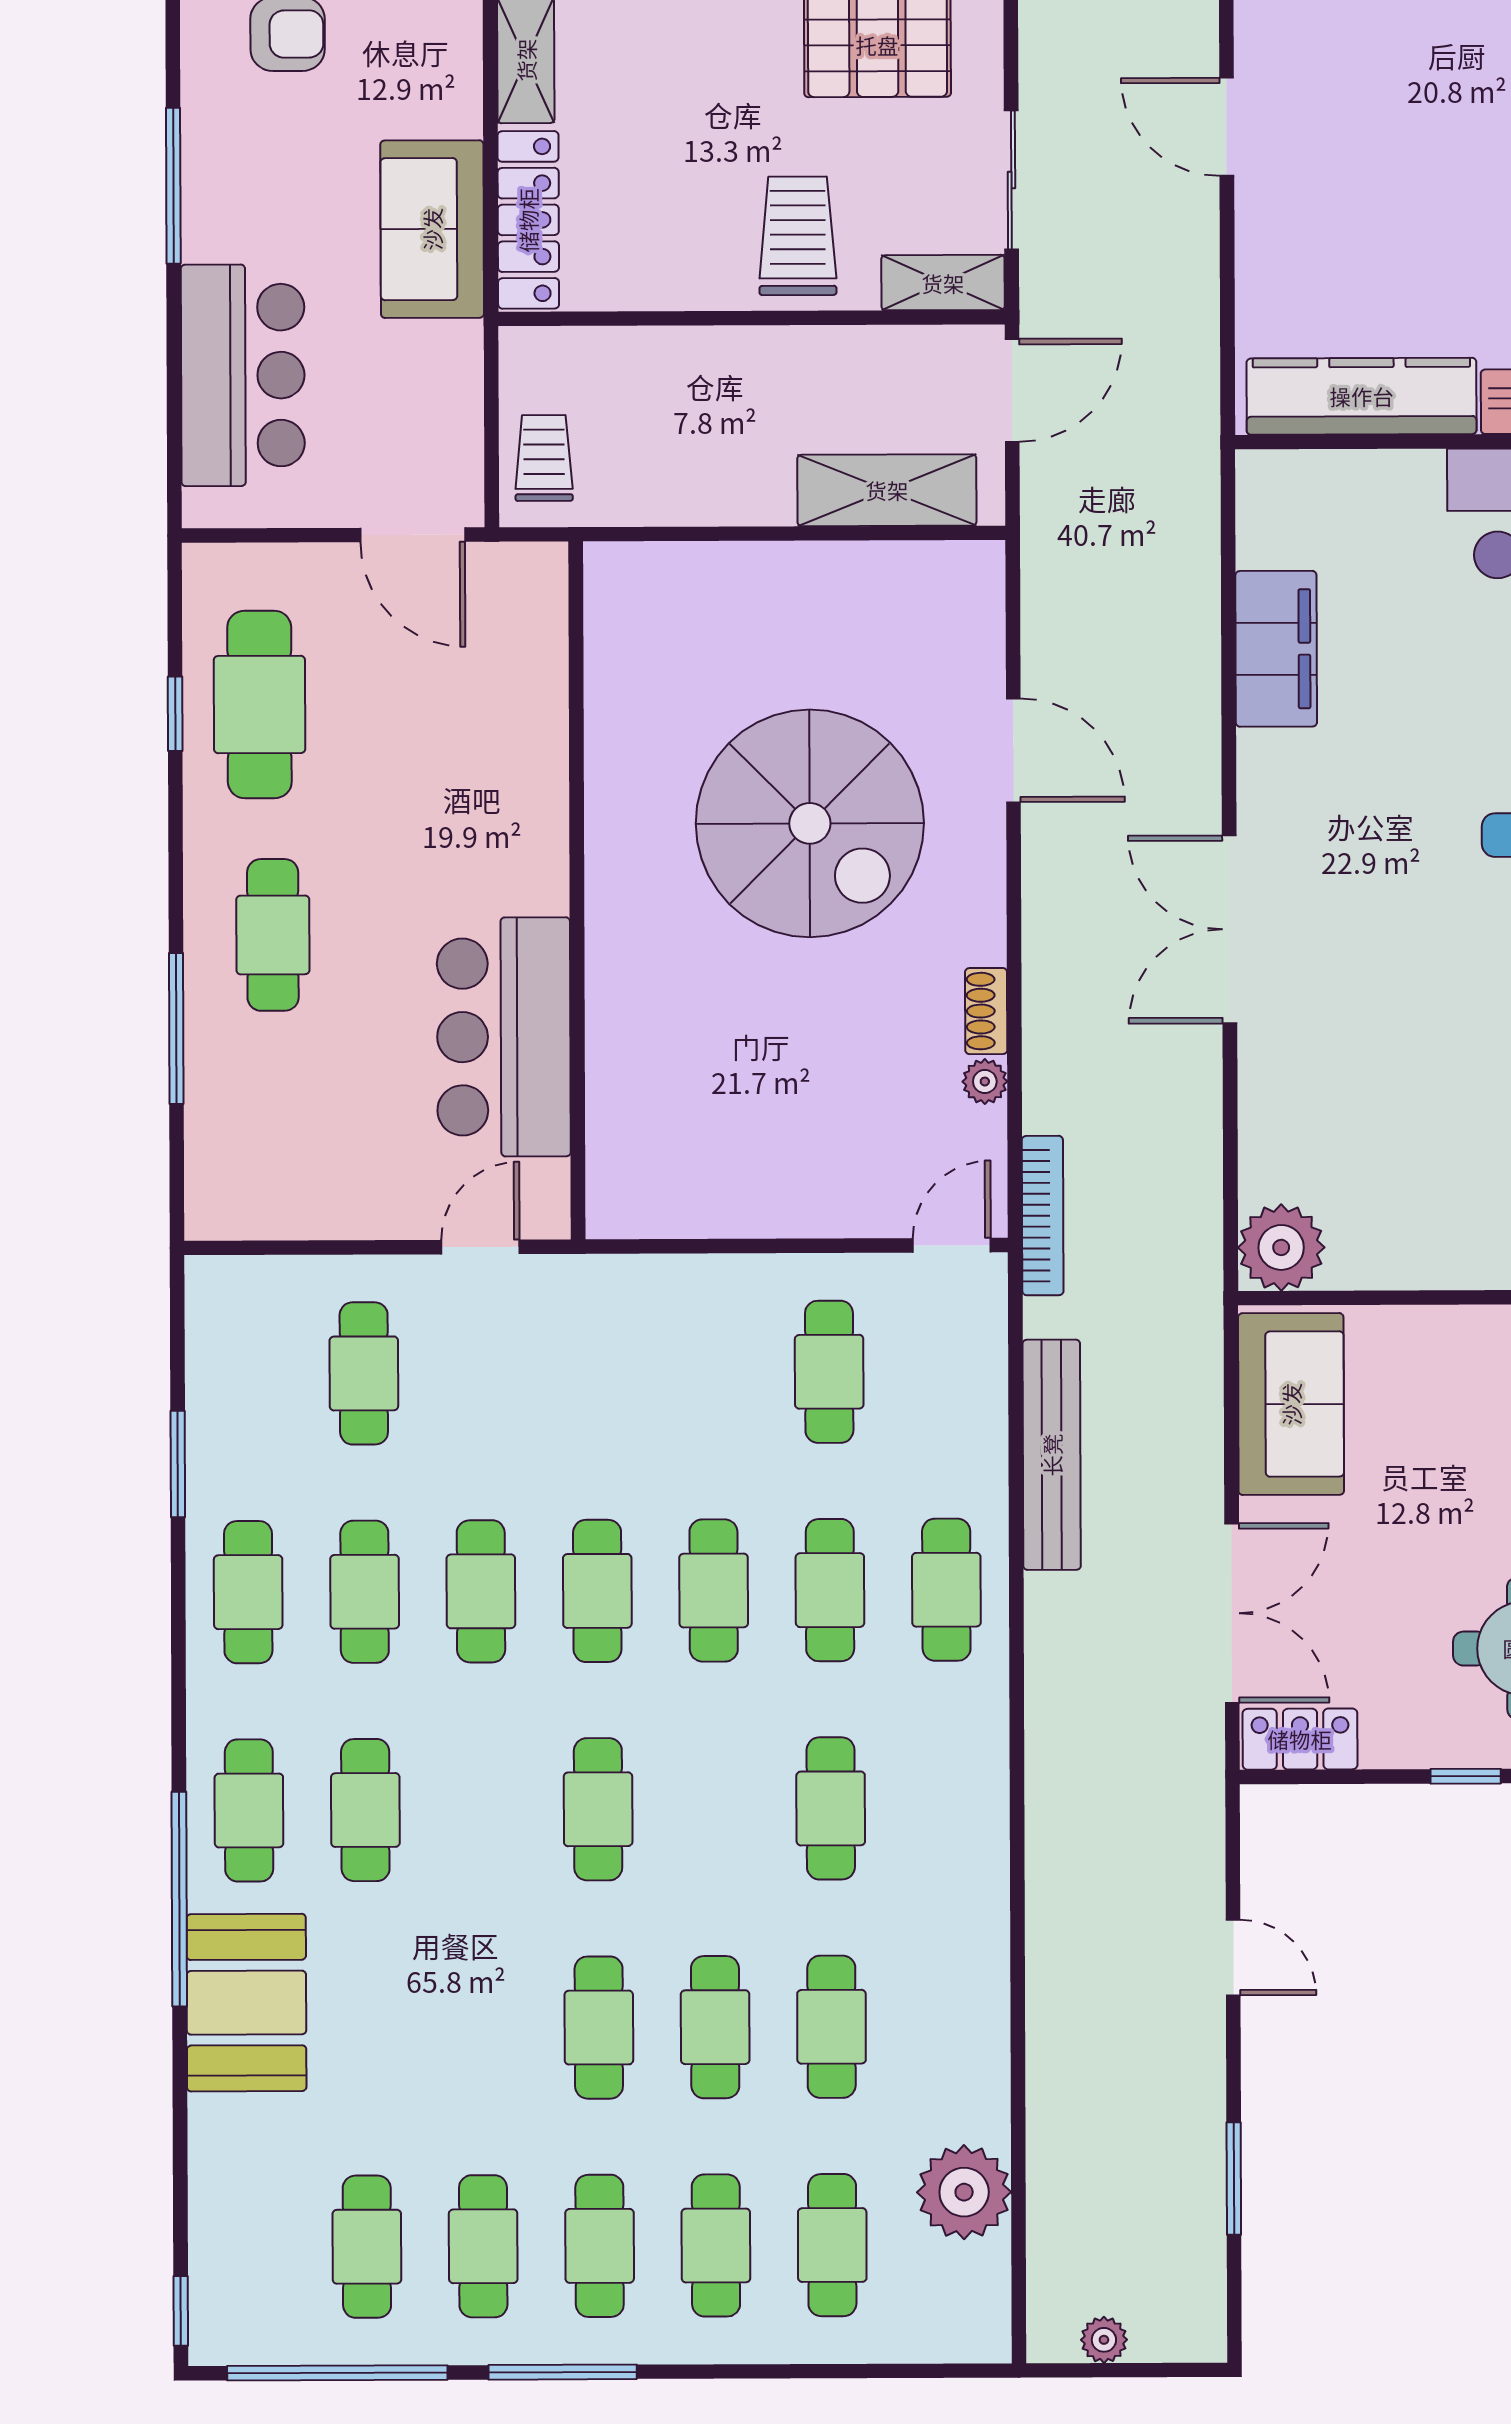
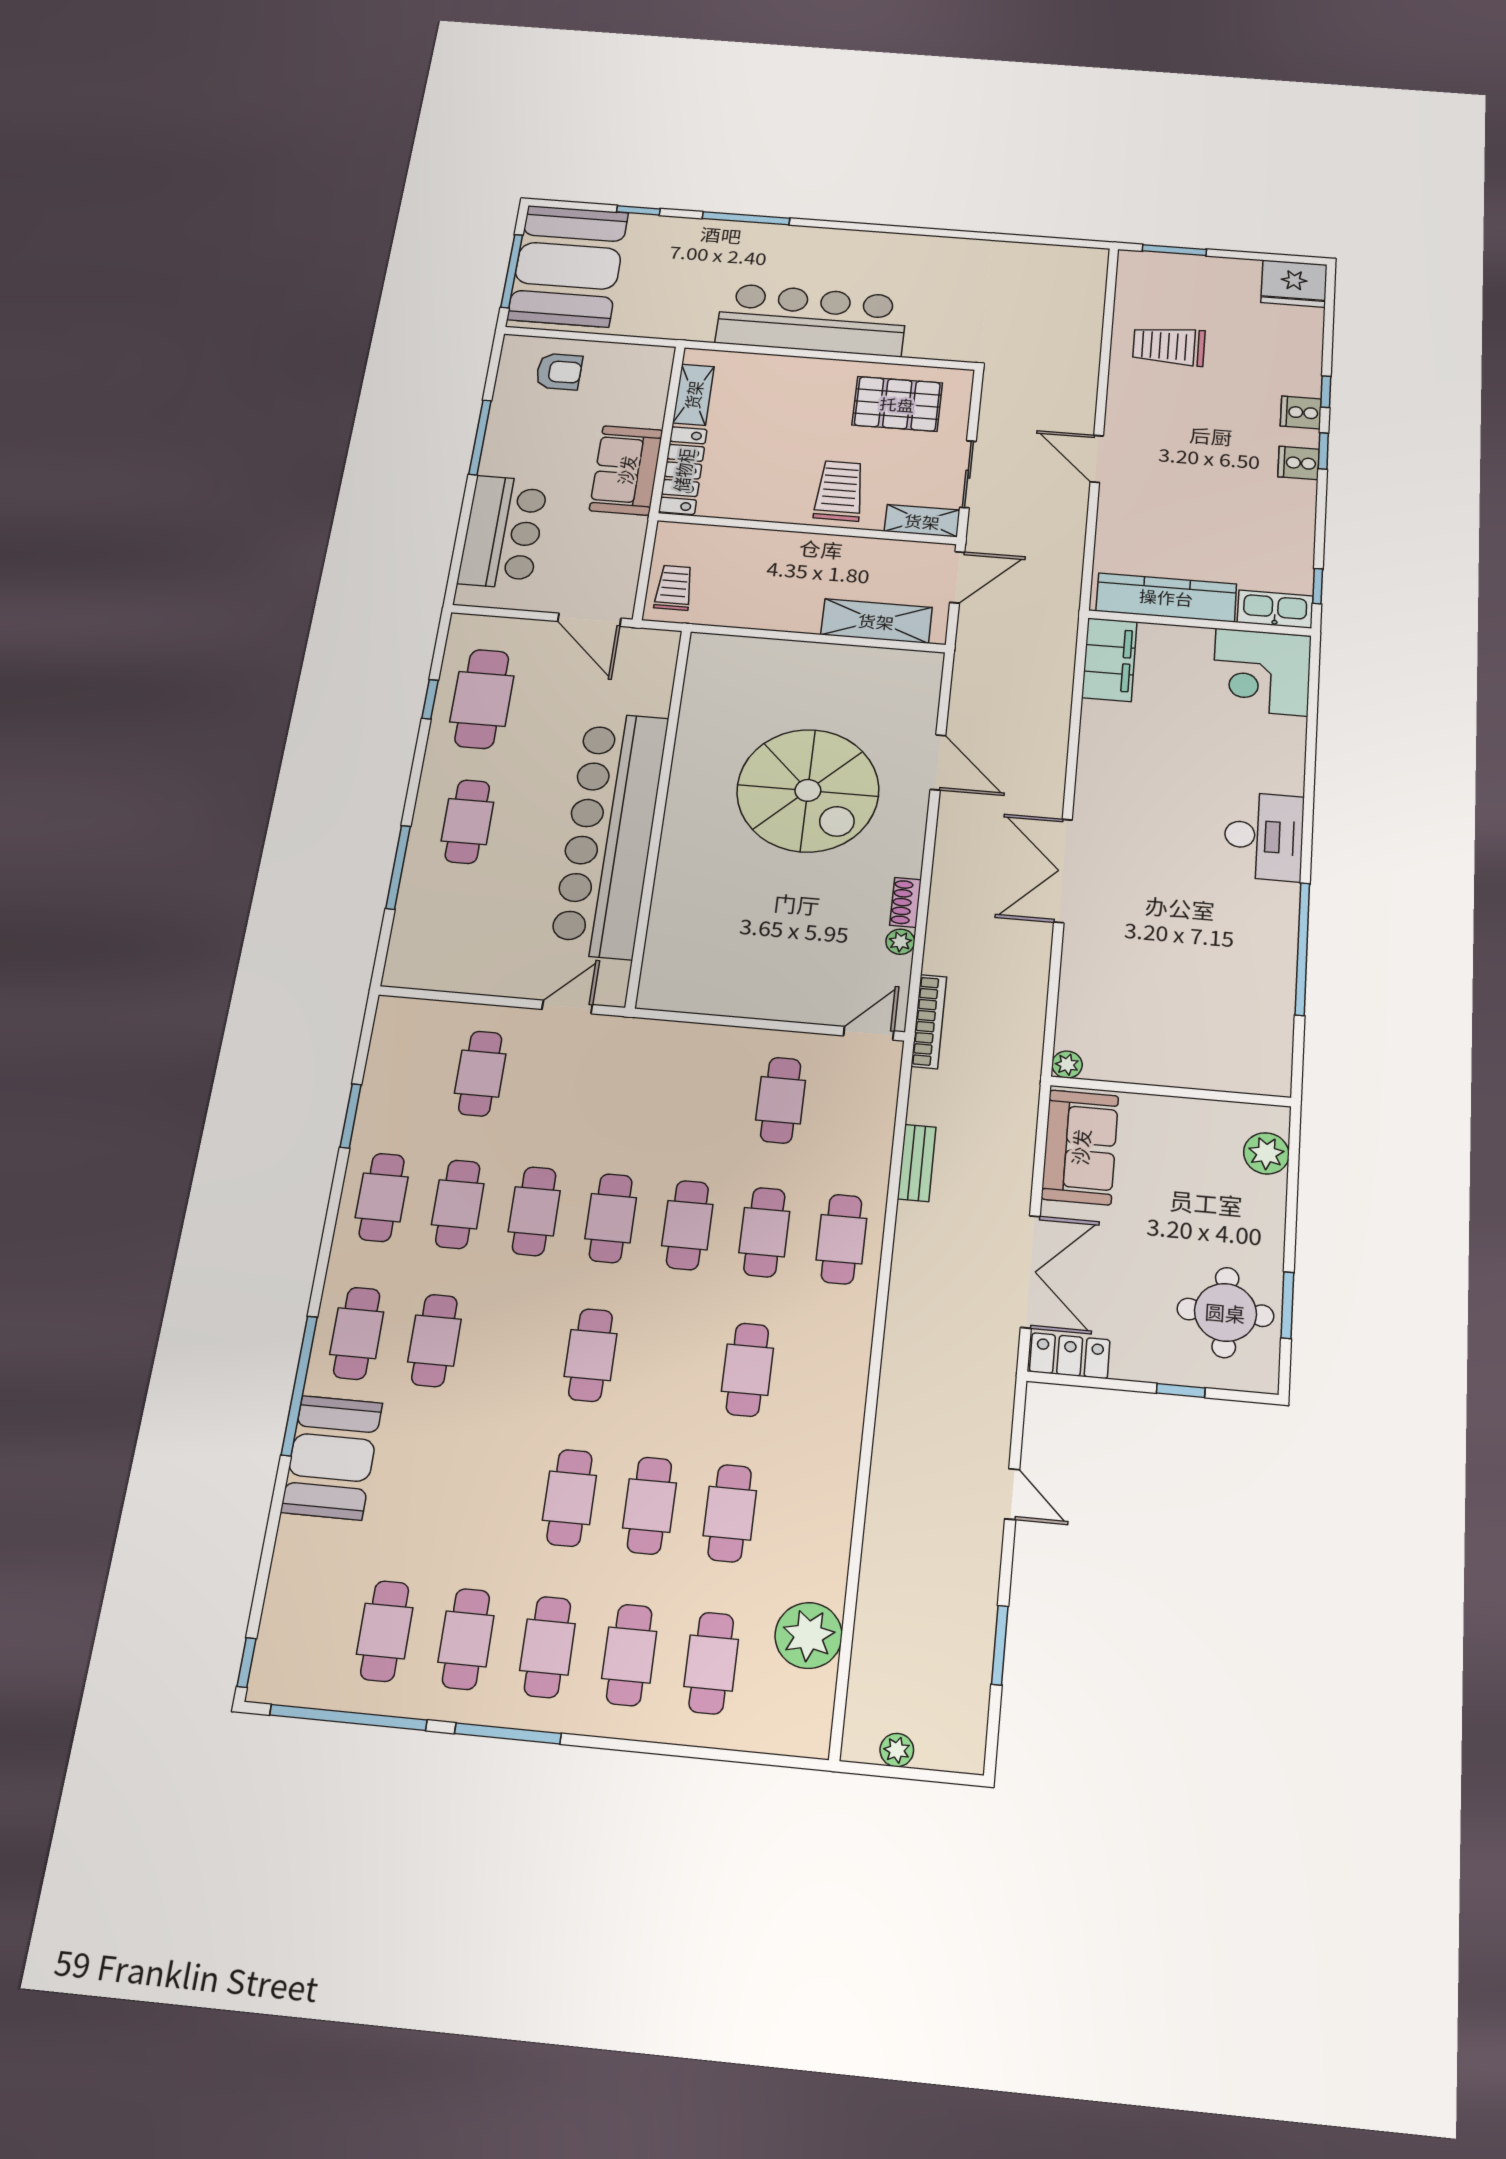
filing cabinet: (1276, 649) -> (1109, 660), moved
bar counter: (504, 1037) -> (610, 834), width x1.86
plant: (1281, 1247) -> (1067, 1065), width x0.53, depth x0.53
bench: (1052, 1455) -> (917, 1163), width x0.54, depth x0.82

